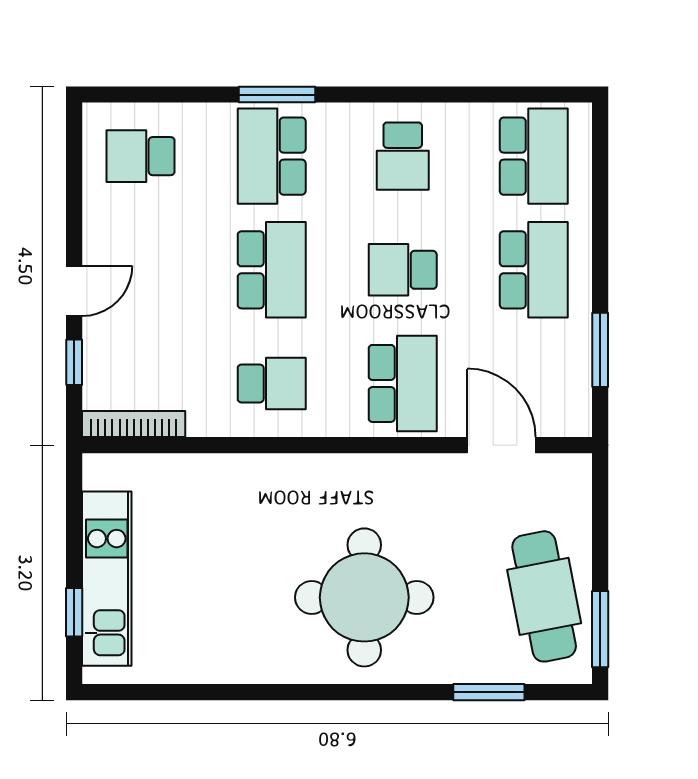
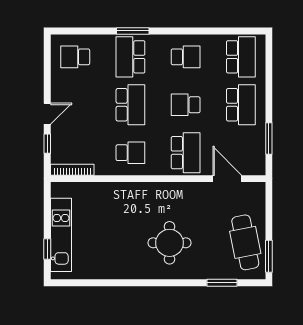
school desk: (403, 156) -> (186, 57), turned -90
round table: (364, 597) -> (169, 243), width x0.73, depth x0.73

